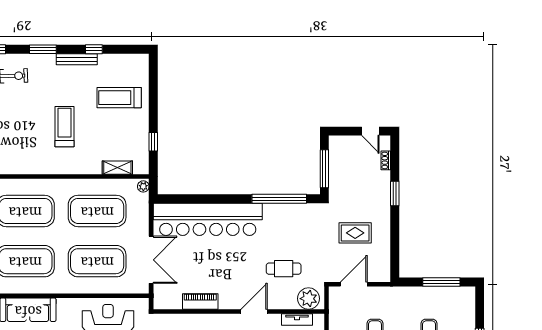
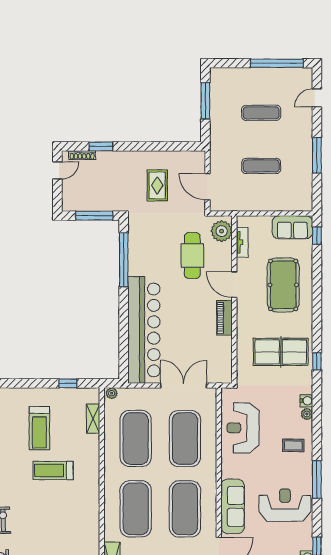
treadmill: (119, 98) -> (39, 428), moved
shoe rack: (386, 160) -> (82, 155), width x1.43
window: (395, 193) -> (101, 146), moved
cafe table: (284, 269) -> (192, 256), width x1.37, depth x1.35
piano: (200, 301) -> (224, 318), moved

